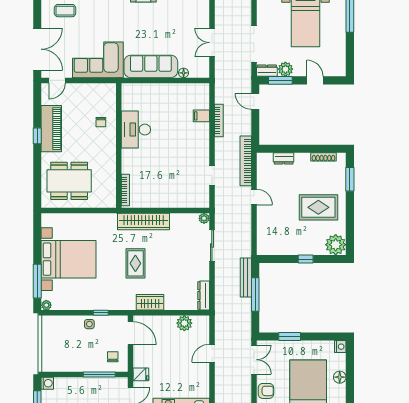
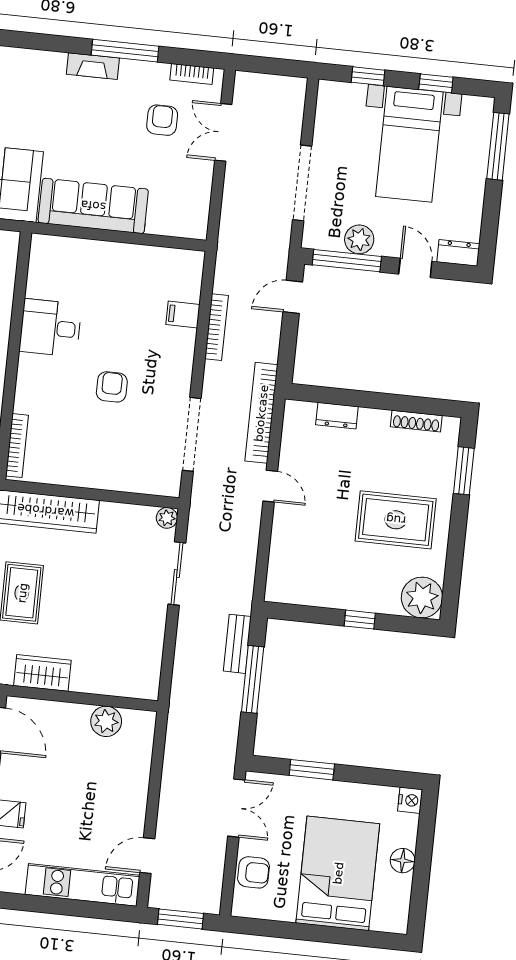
armchair: (181, 20) -> (162, 120), added
double door: (212, 43) -> (223, 132), moved
dresser: (267, 71) -> (458, 253), moved
floor lamp: (184, 73) -> (157, 226), removed
window: (280, 80) -> (347, 261), width x1.44
door: (255, 101) -> (293, 297), hinge flipped
desk: (136, 130) -> (50, 328), width x0.73
armchair: (170, 156) -> (112, 387), added
doorway: (212, 175) -> (192, 434), width x1.87
bench: (246, 278) -> (237, 644), width x0.73
dresser: (204, 296) -> (150, 671), removed
door: (212, 353) -> (147, 856), moved

